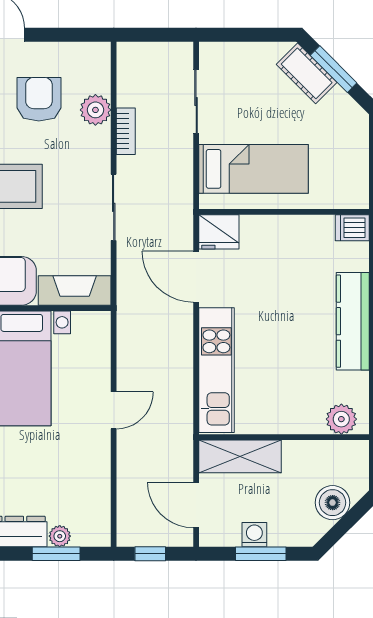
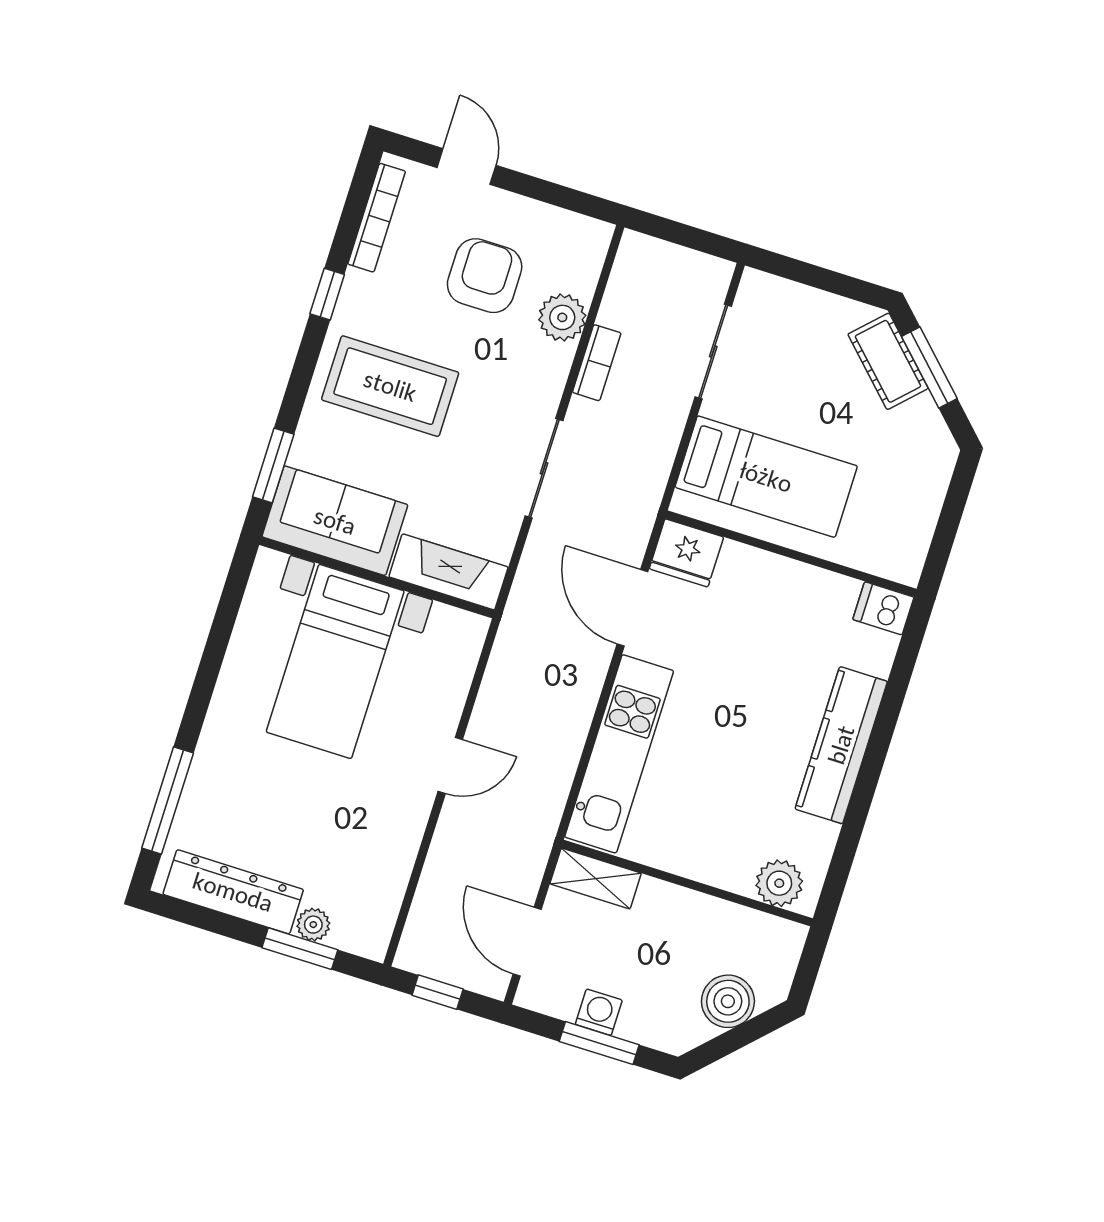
shelving: (240, 456) -> (596, 879), width x0.67, depth x0.75

